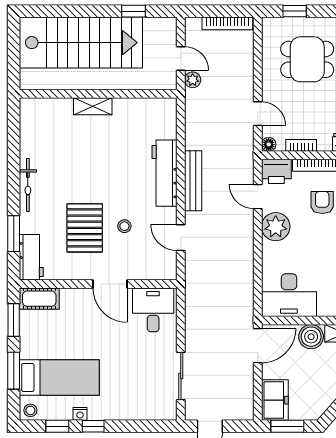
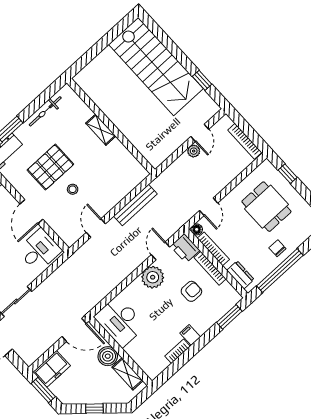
wall: (98, 94) -> (111, 126), moved
shelving: (93, 106) -> (101, 130), moved
bookcase: (301, 145) -> (213, 249), width x1.56
workbench: (165, 173) -> (125, 184), removed

